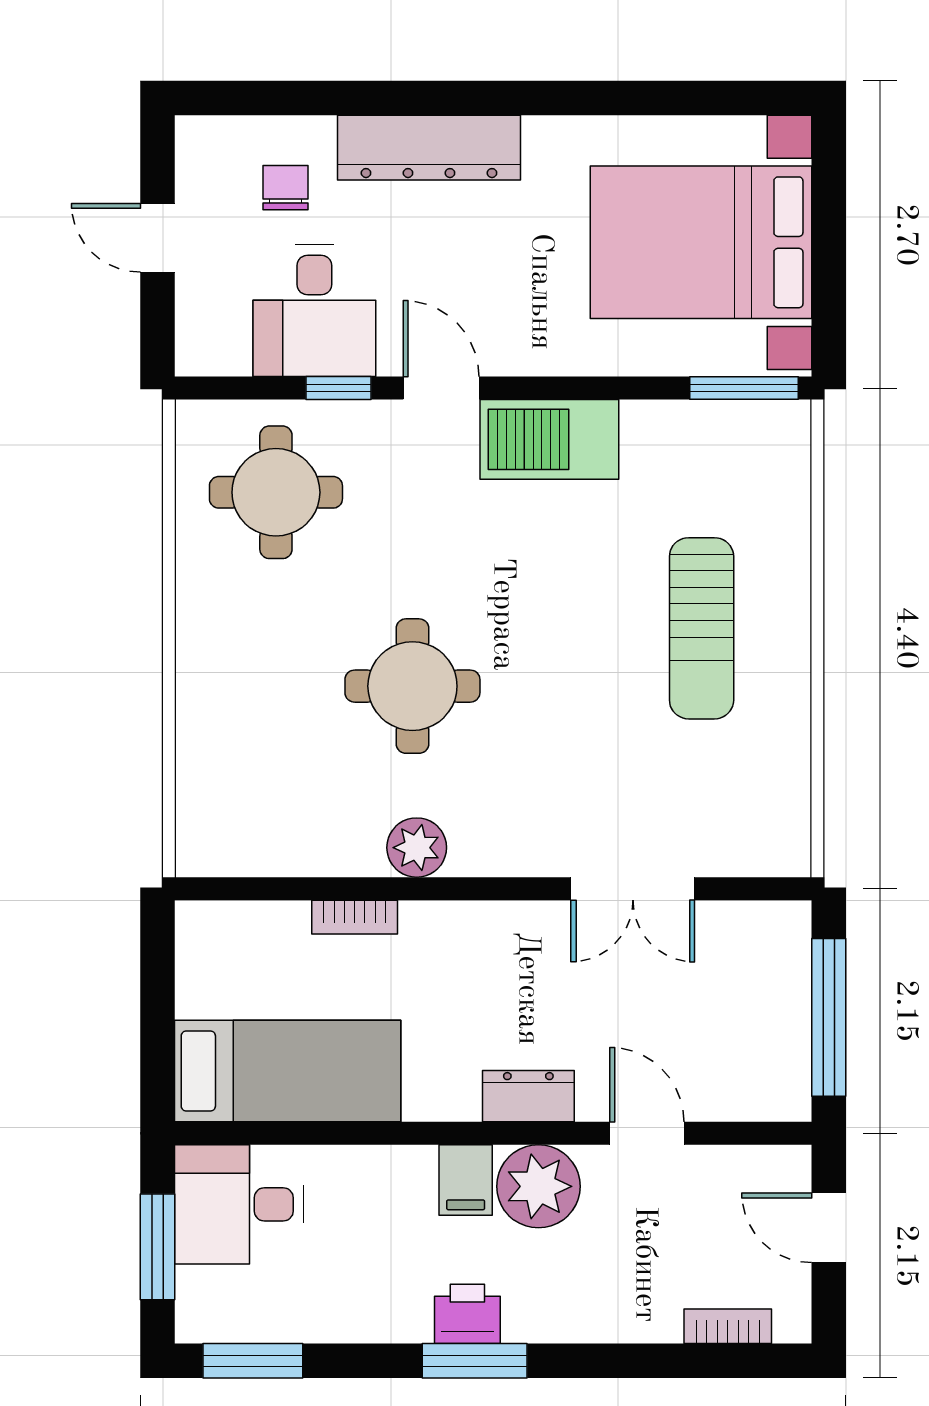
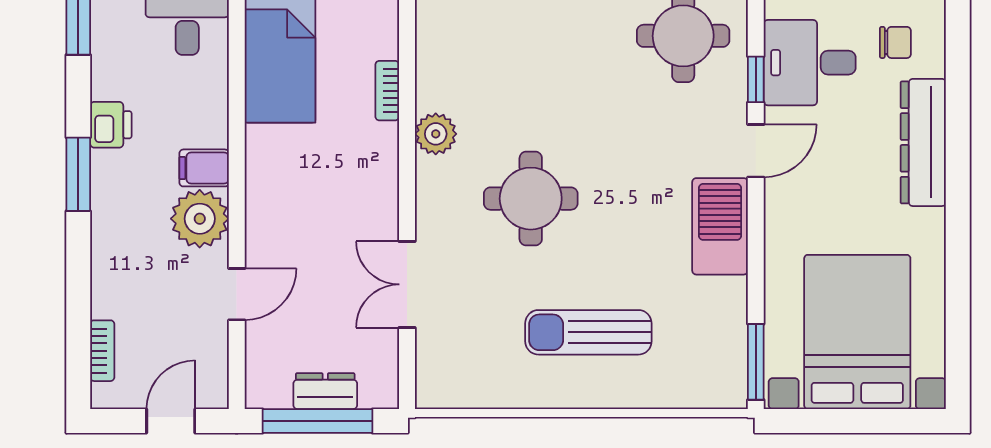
round table: (412, 686) -> (531, 199), moved
dresser: (528, 1096) -> (325, 391), moved, turned -90
printer: (467, 1314) -> (111, 125), moved

